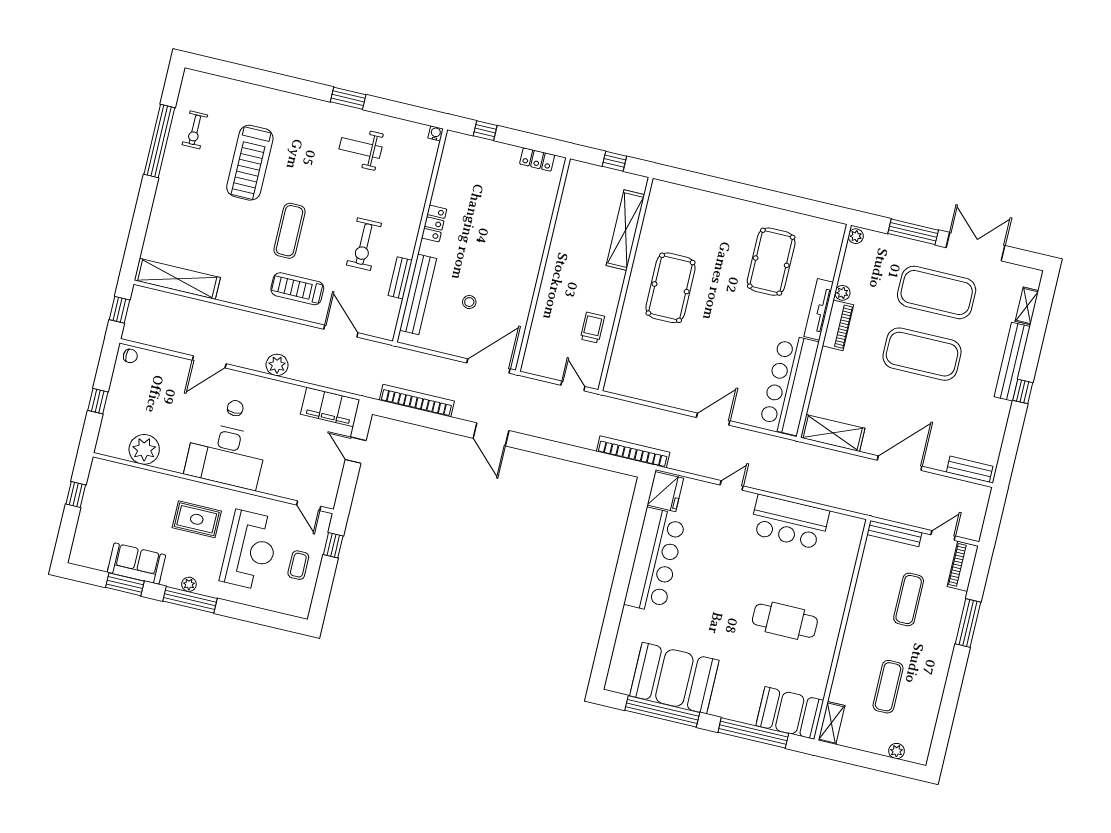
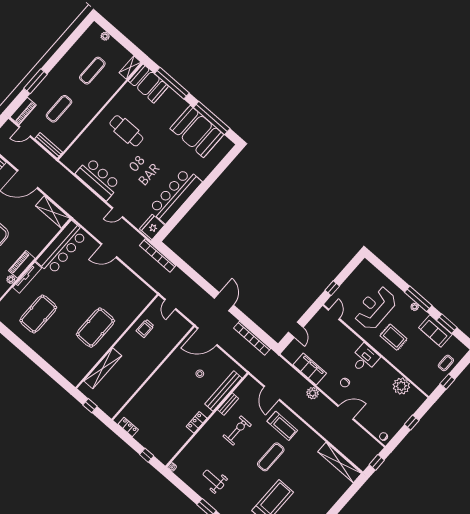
weight bench: (360, 148) -> (213, 480), turned 180
filing cabinet: (330, 407) -> (310, 369), moved
desk: (226, 456) -> (365, 359), width x0.53, depth x0.77
coffee table: (298, 565) -> (446, 363), moved

